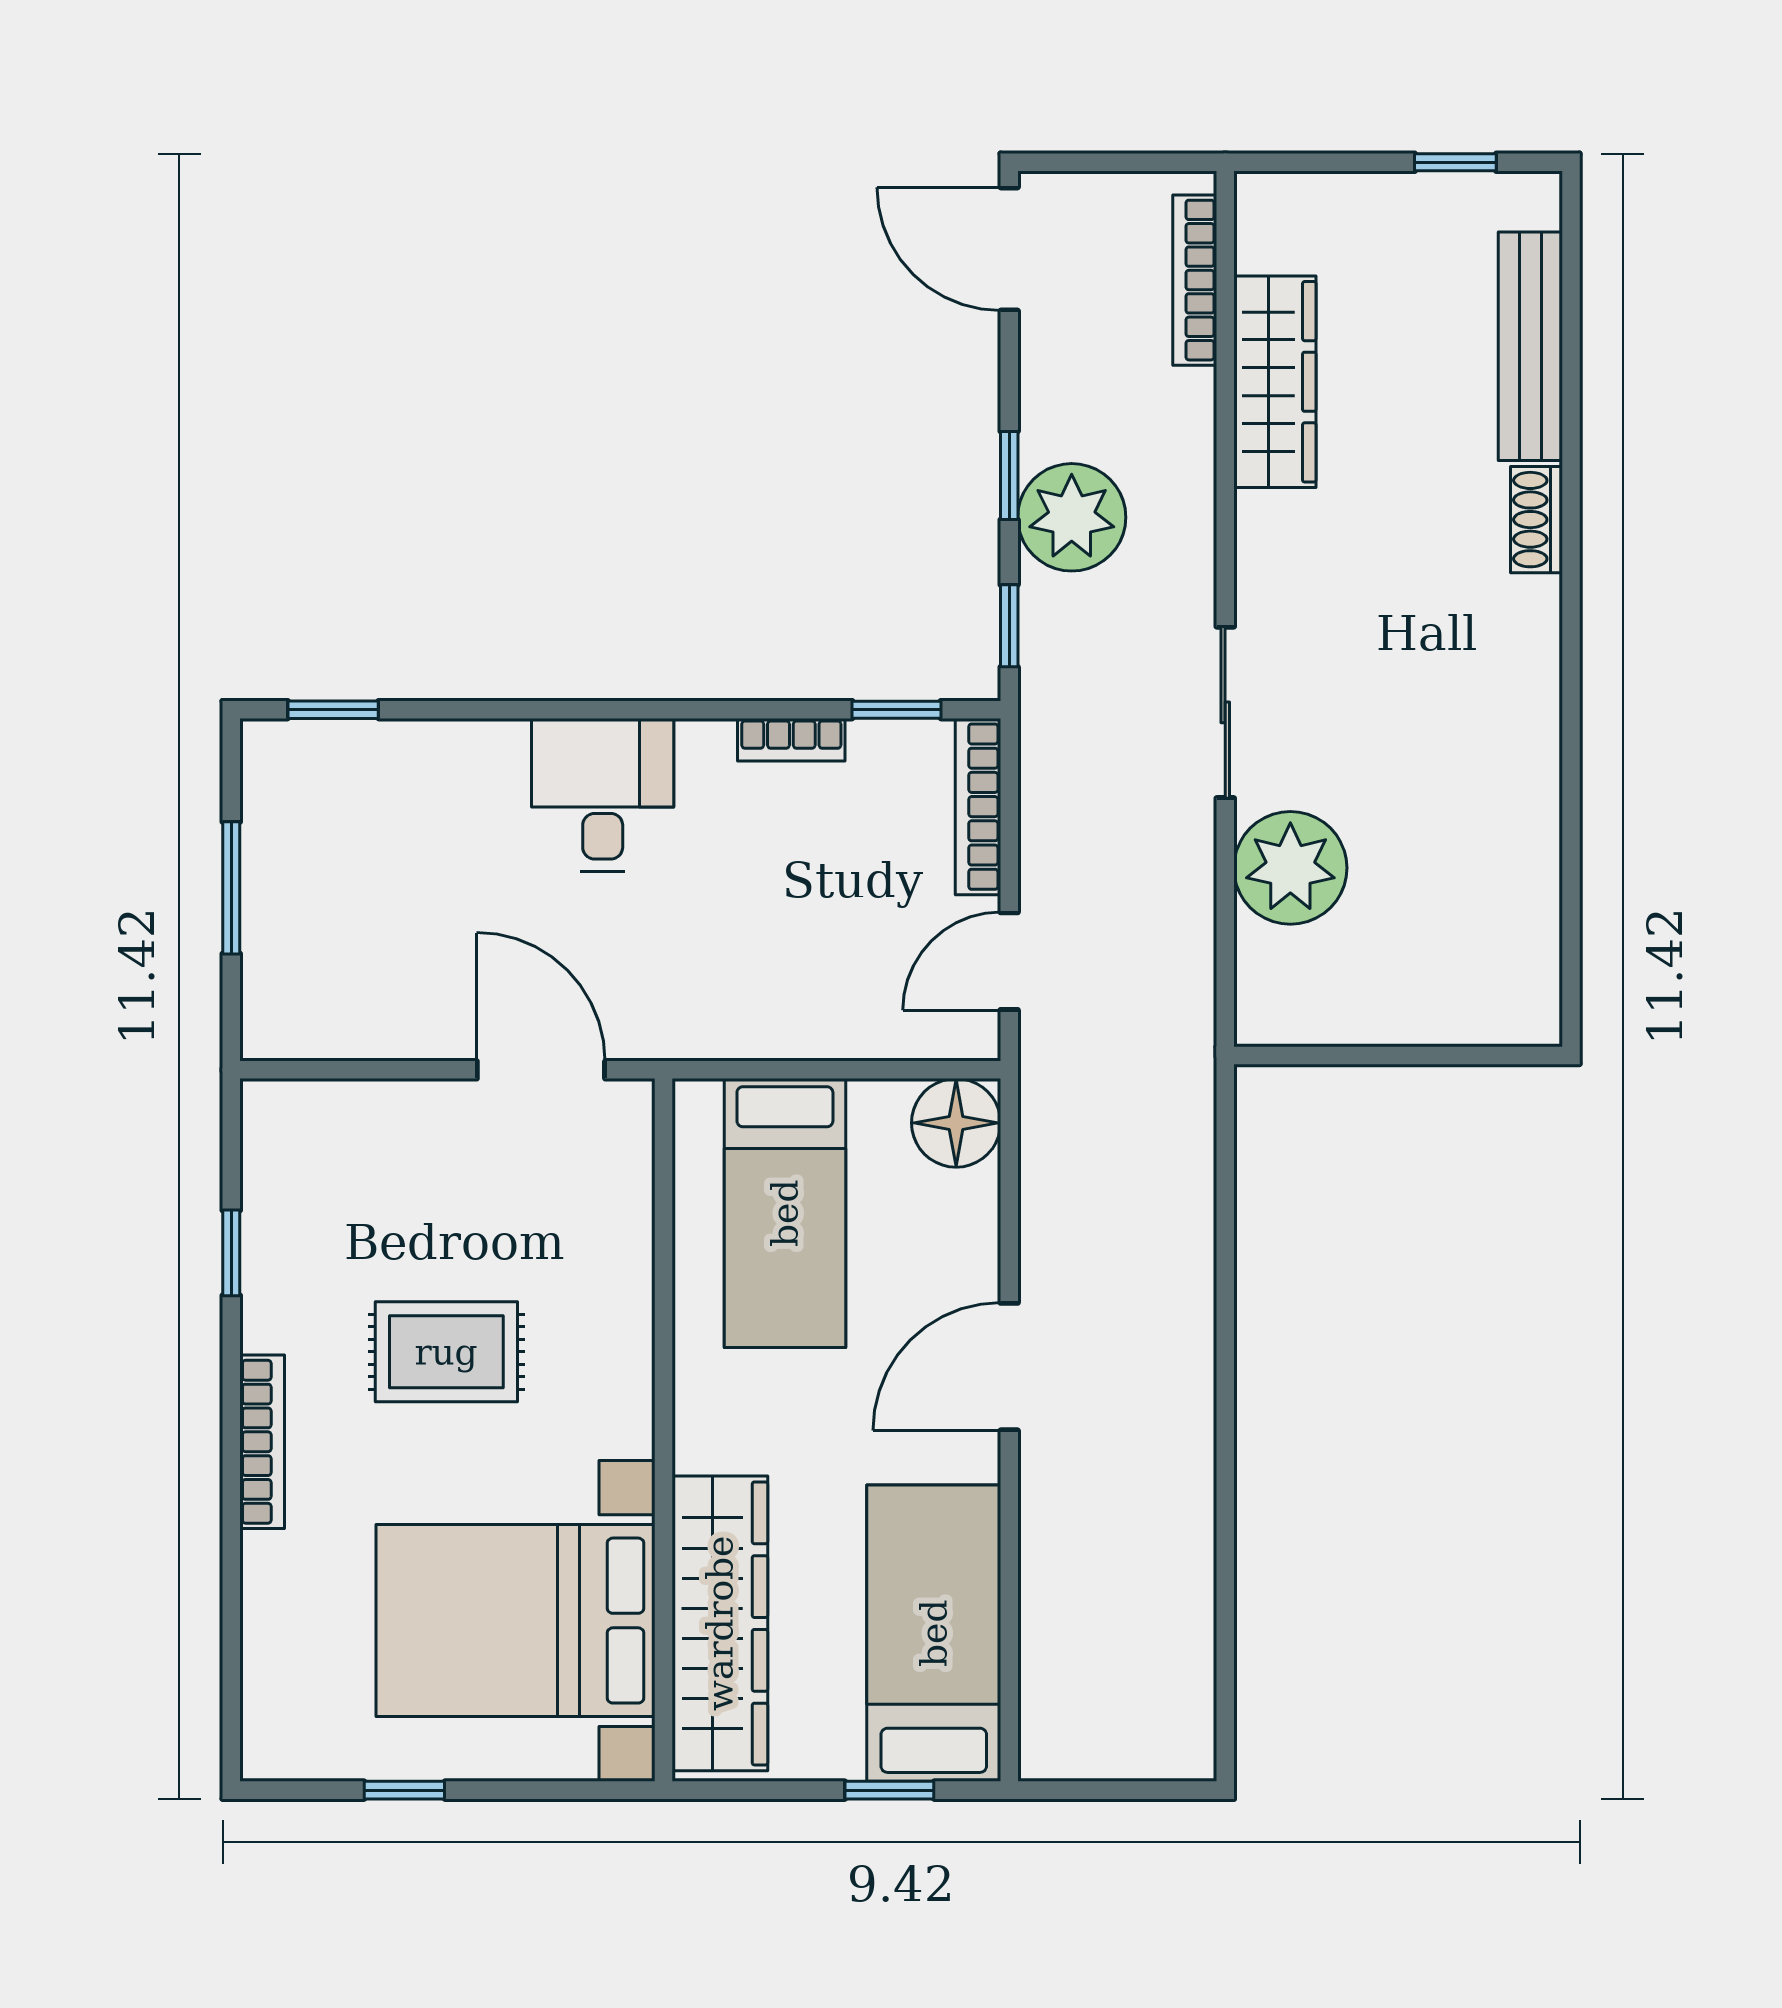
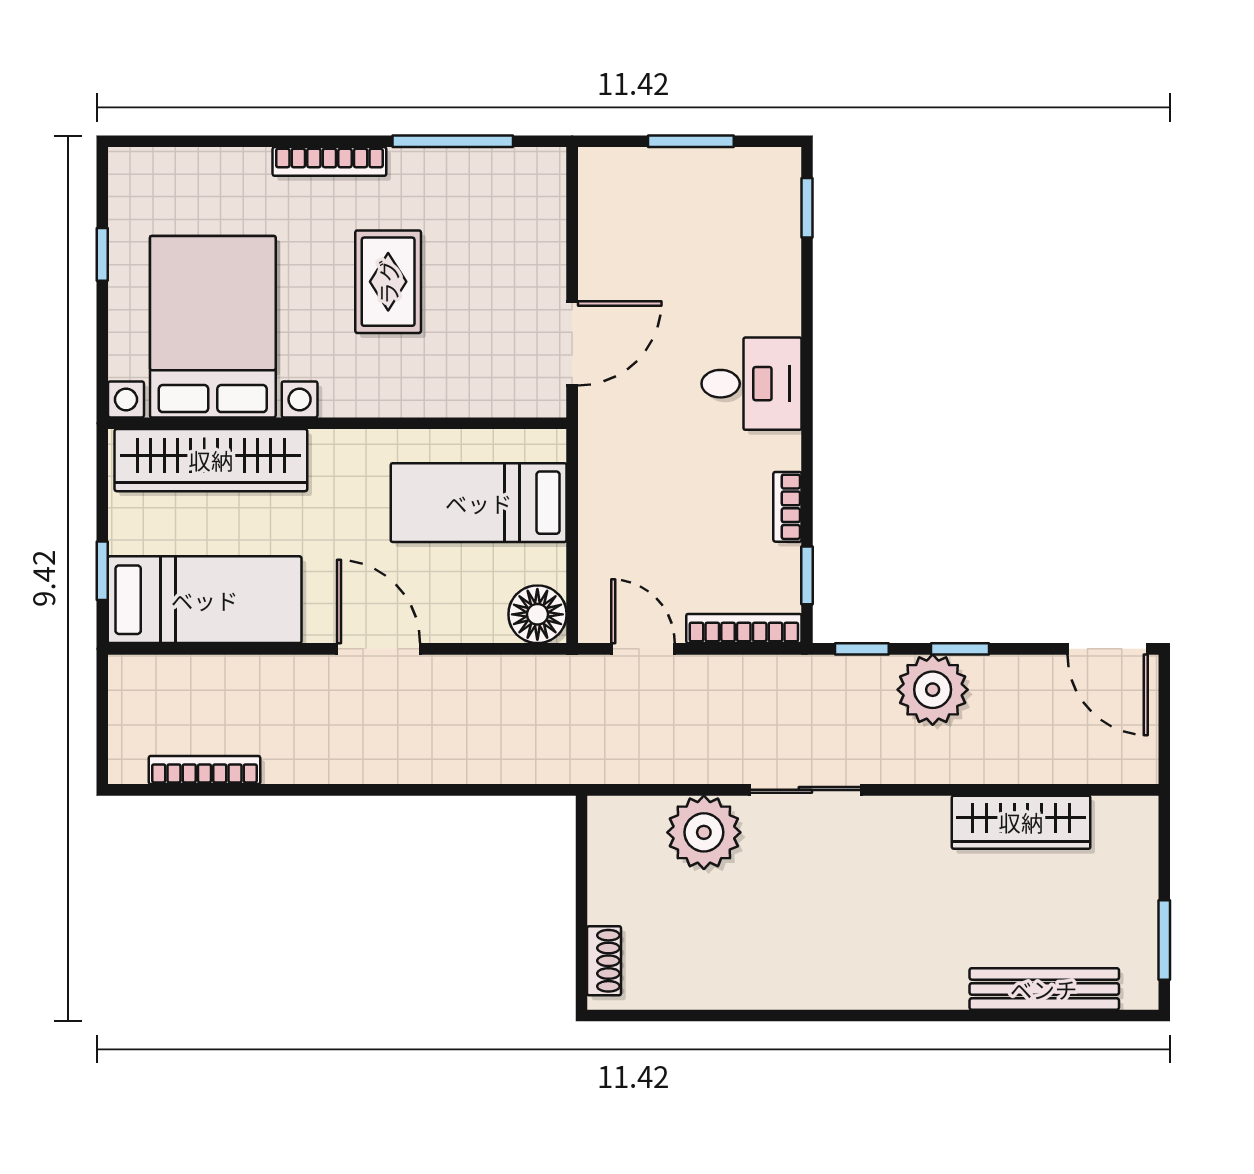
window: (1455, 162) -> (1164, 940), width x1.50
door: (1009, 249) -> (1108, 649), swing flipped
bookcase: (1195, 280) -> (204, 770), moved
shoe rack: (1536, 520) -> (604, 961), moved, turned 90
window: (231, 1253) -> (453, 141), width x2.17

